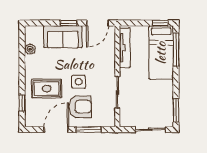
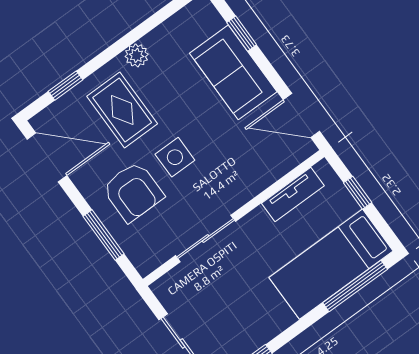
window: (69, 23) -> (242, 34), moved
window: (160, 23) -> (358, 193), moved
tv unit: (125, 48) -> (293, 195), width x0.71
plant: (30, 49) -> (137, 55), moved
door: (56, 130) -> (47, 157), moved

